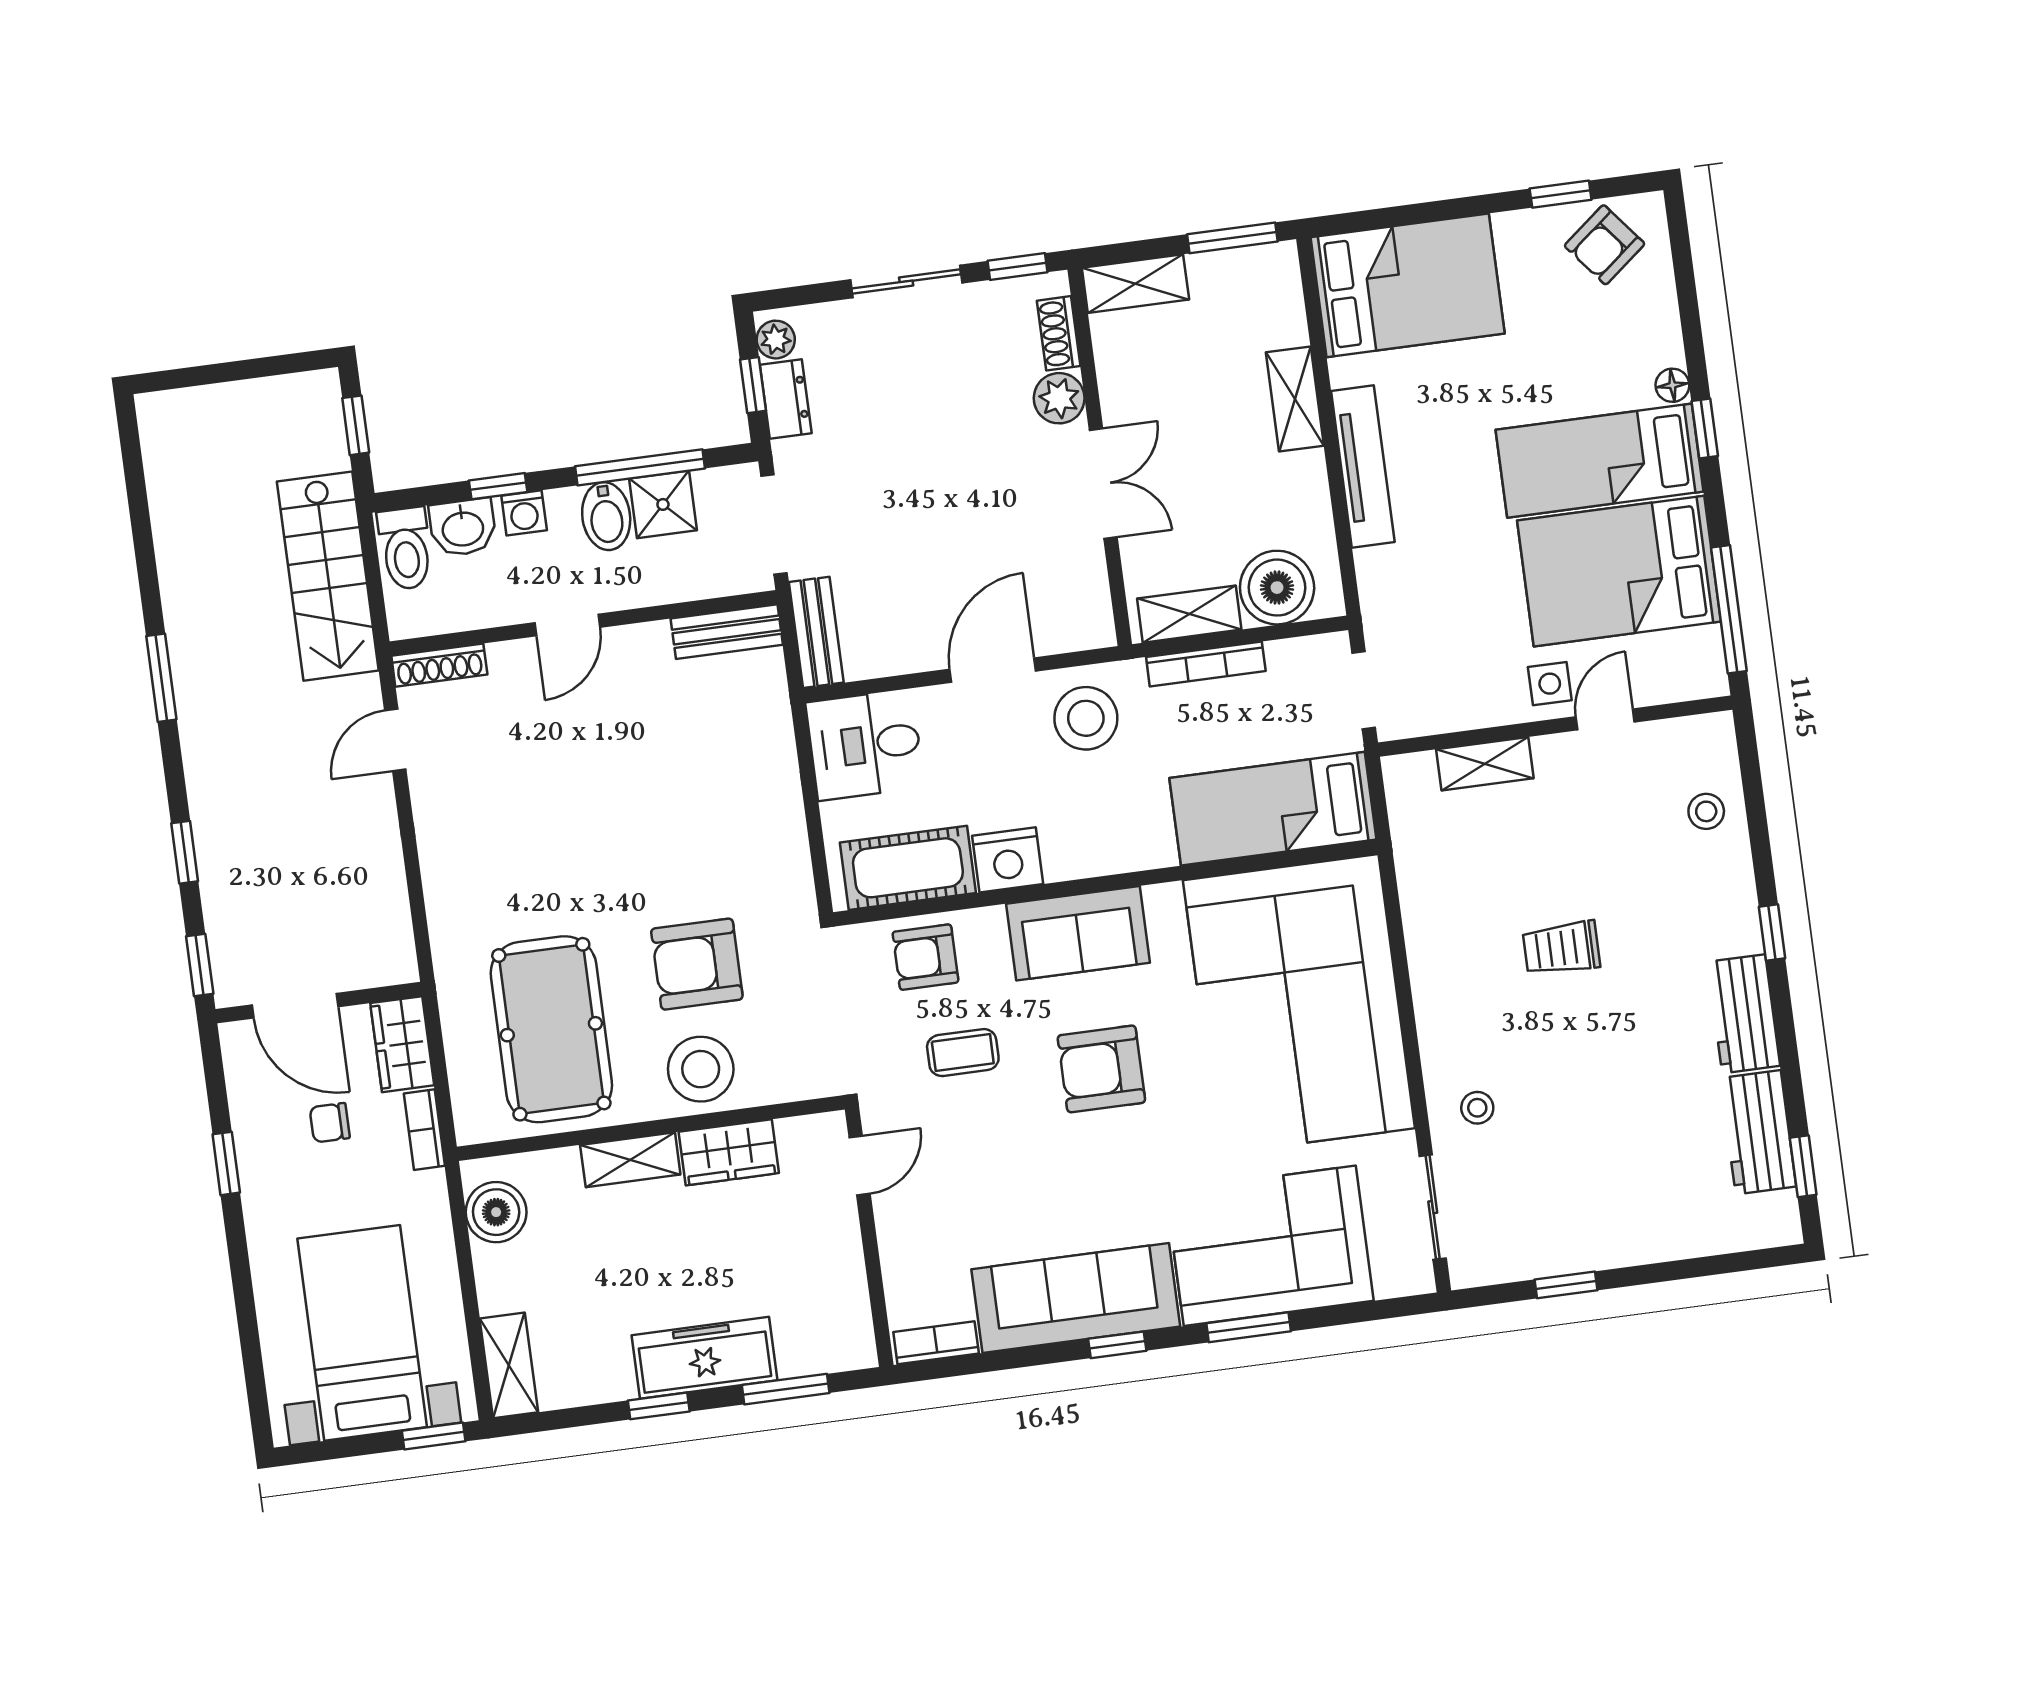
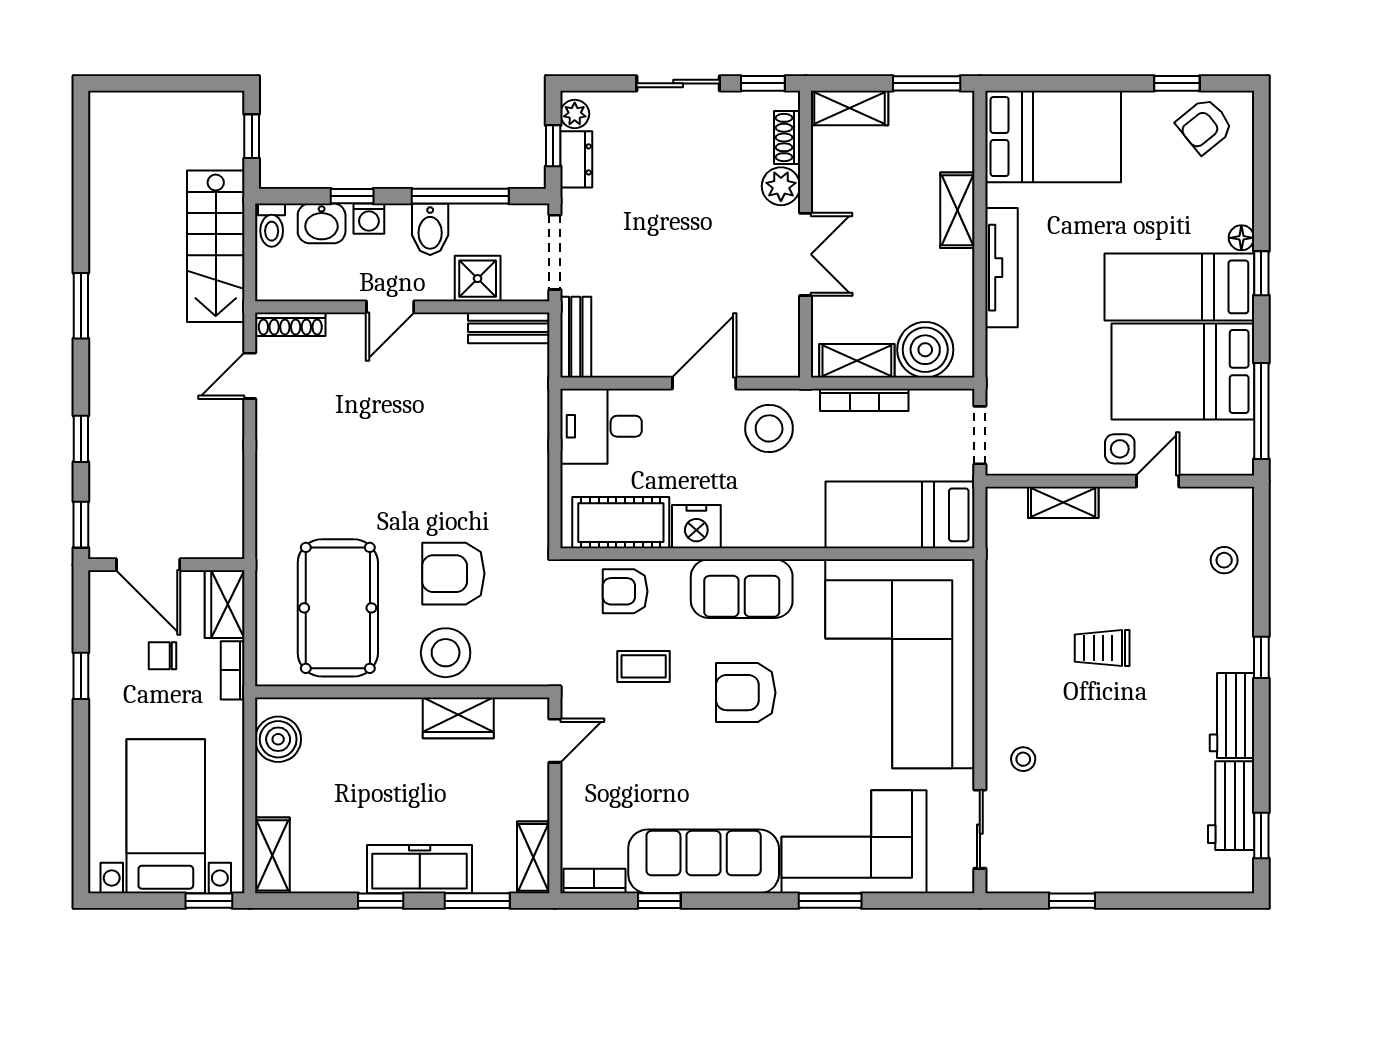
shower: (663, 504) -> (478, 279), moved
toilet: (405, 549) -> (272, 225), width x0.73, depth x0.72
shelving: (630, 1160) -> (533, 857), moved, turned 90
window: (1117, 1345) -> (659, 901), moved

